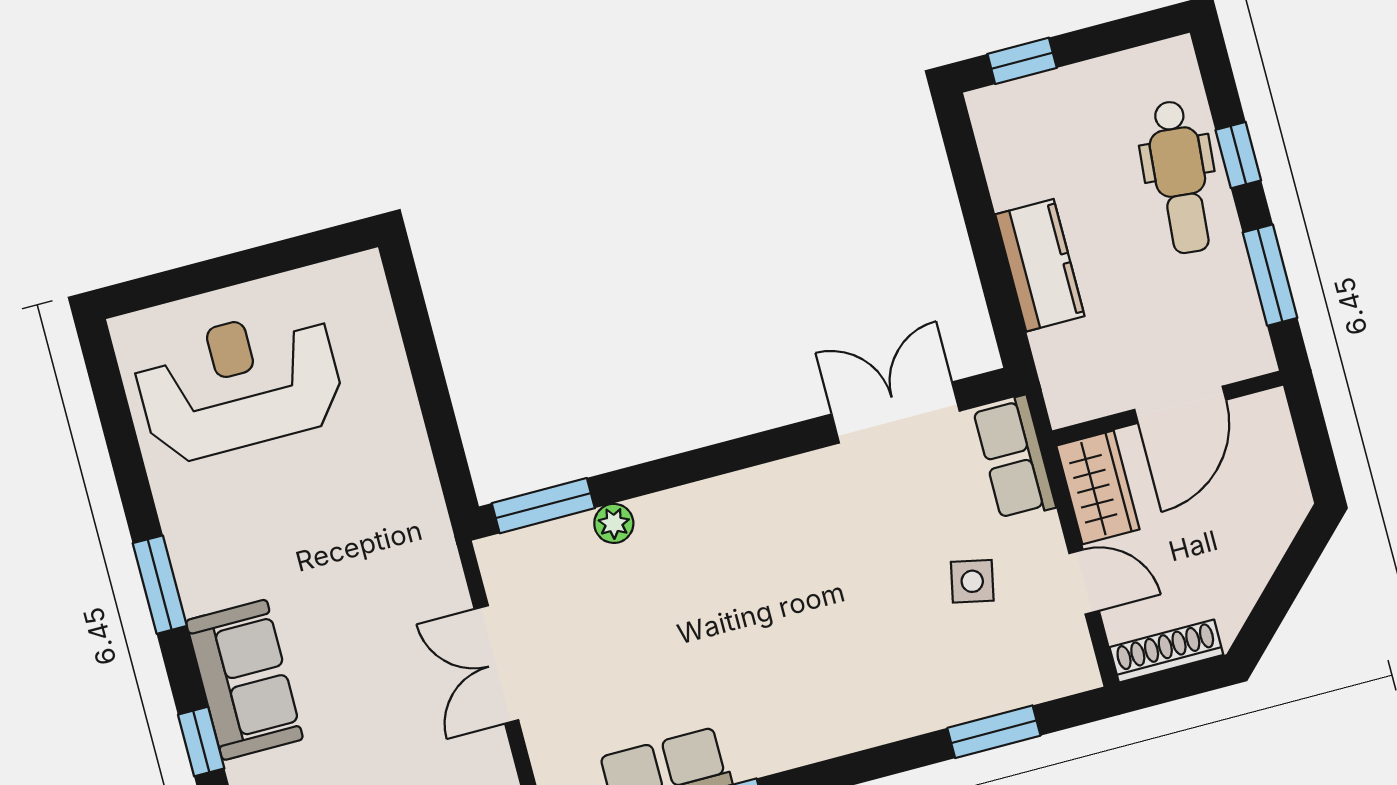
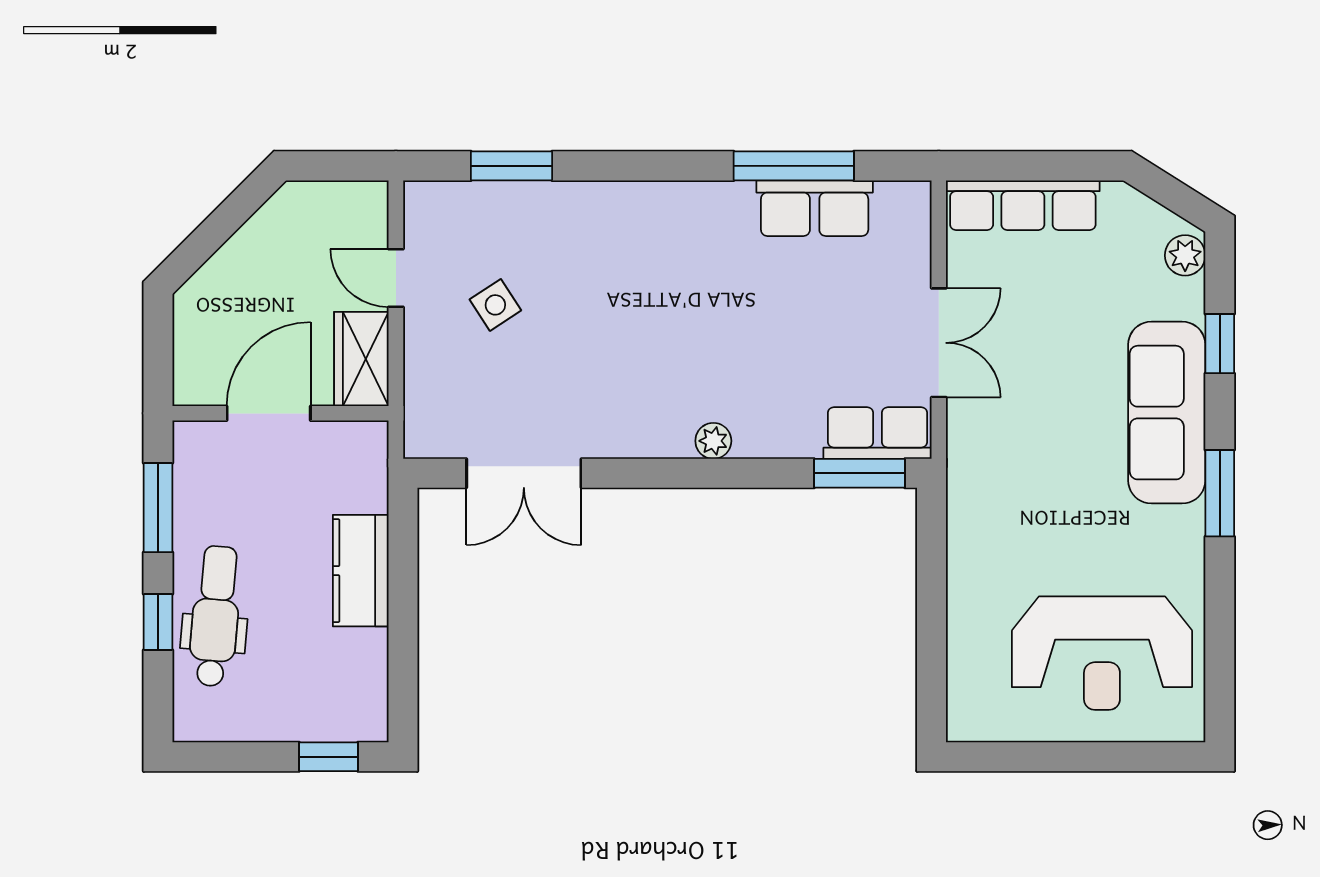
row of seats: (1014, 458) -> (878, 433), moved, turned -90
plant: (614, 523) -> (713, 441), moved
side table: (972, 581) -> (495, 305), turned 45
shoe rack: (1166, 651) -> (339, 197), removed
sofa: (244, 680) -> (1167, 413), width x1.36

